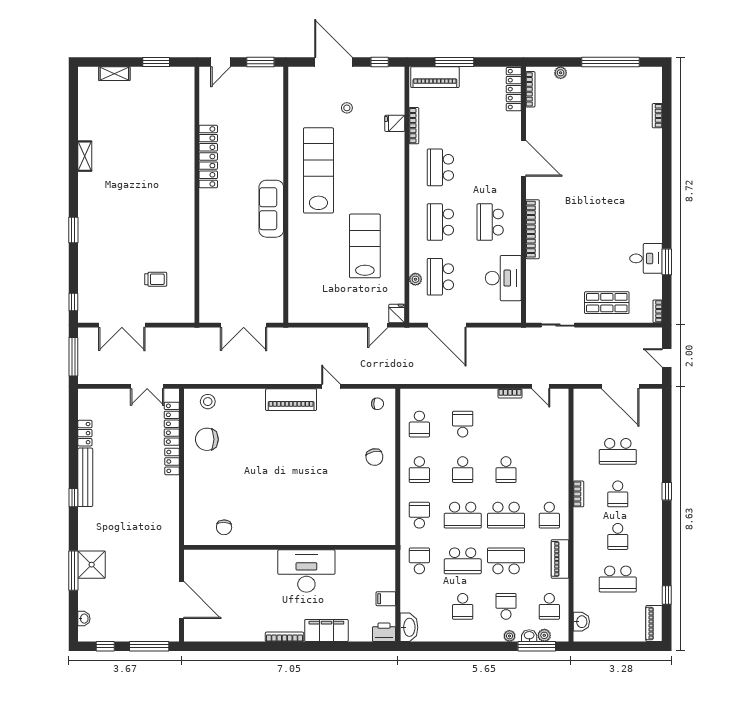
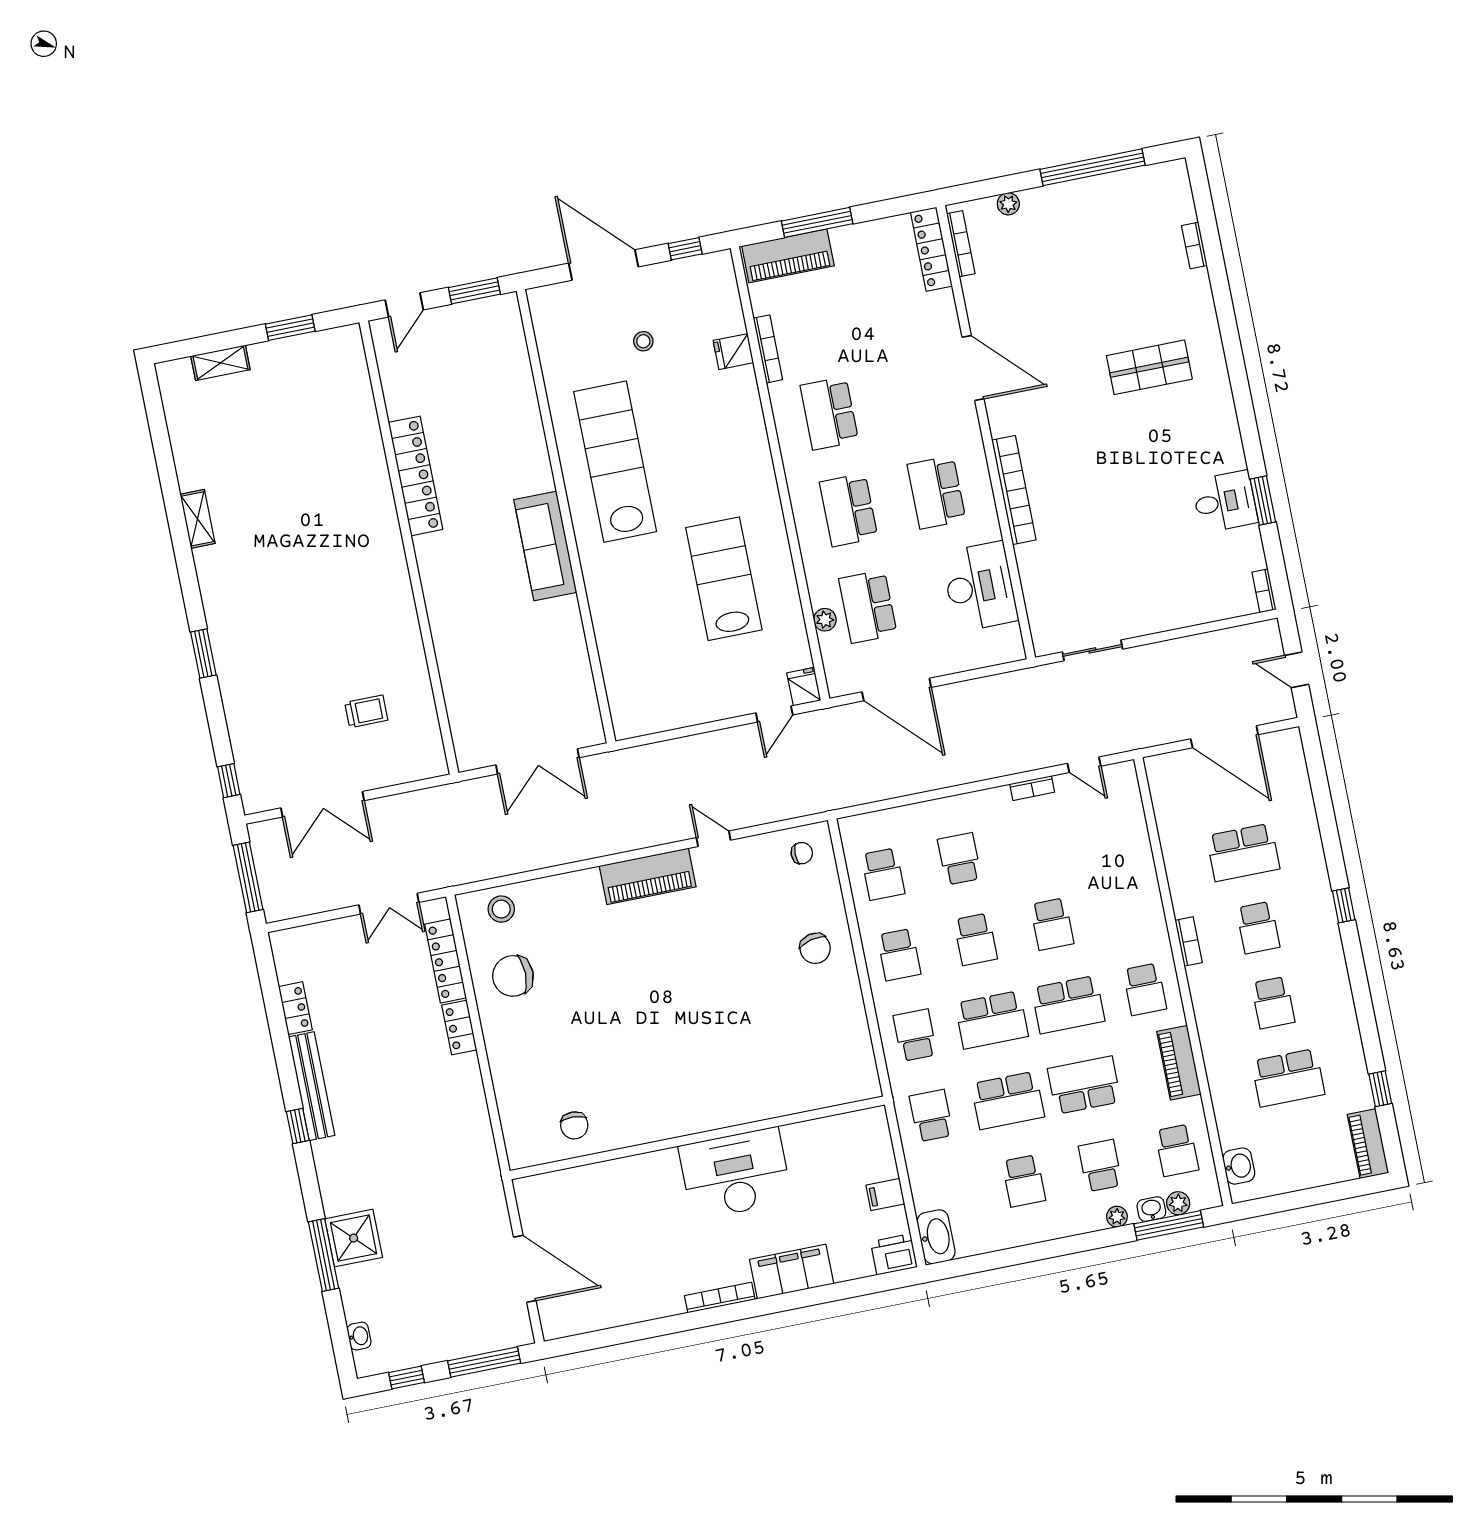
shop shelf: (607, 303) -> (1149, 367), moved

